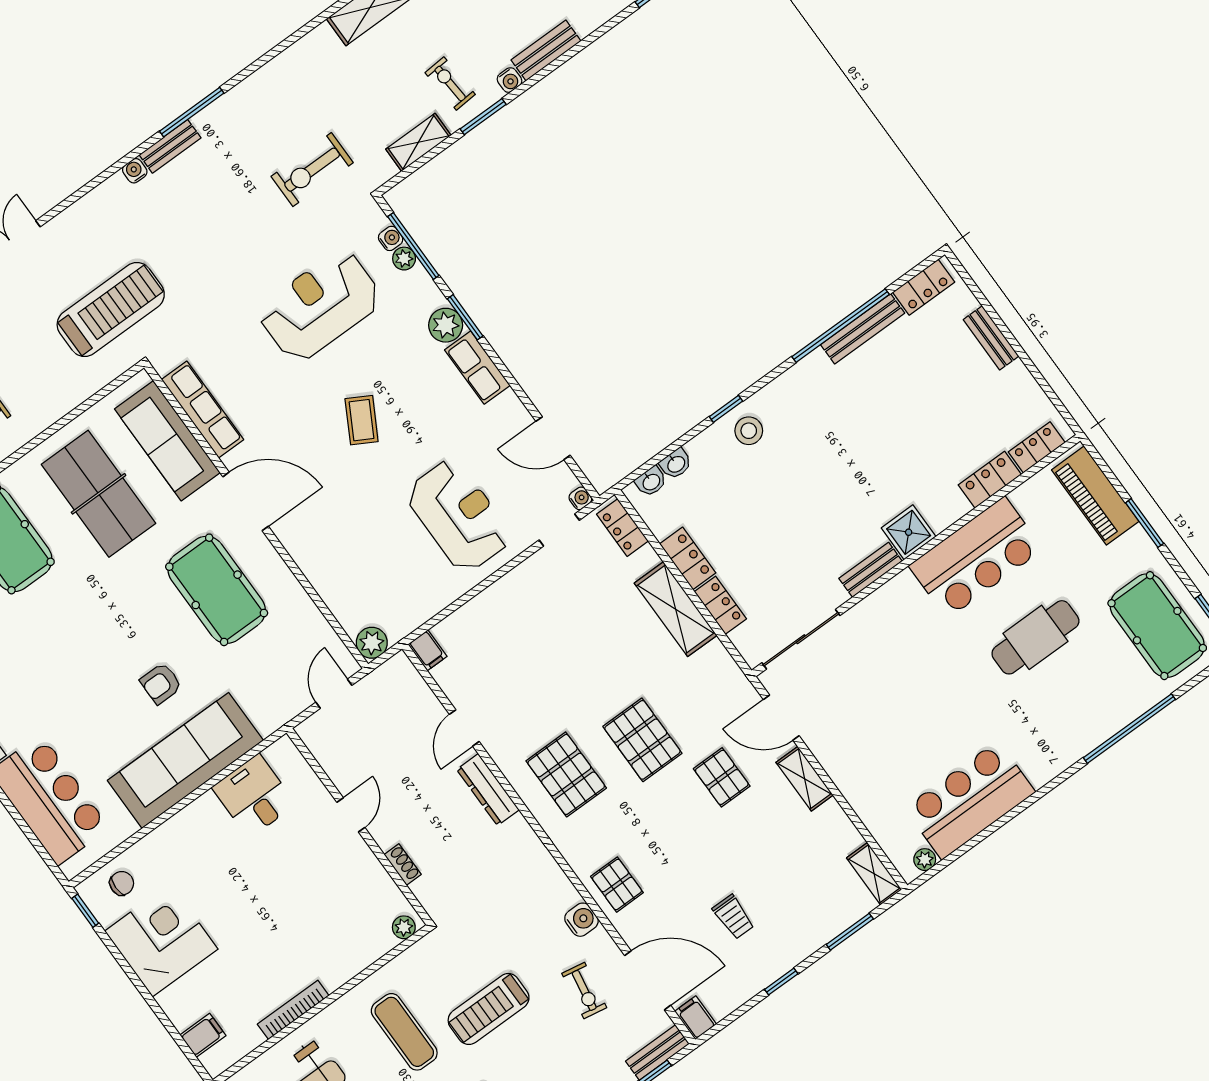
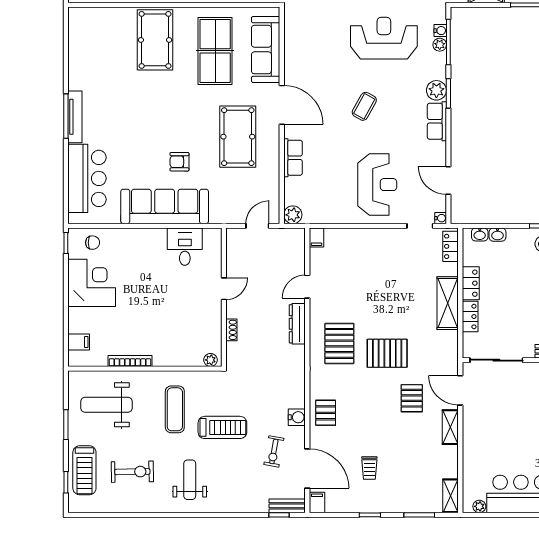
row of seats: (203, 410) -> (293, 158), moved, width x0.68
pallet: (642, 740) -> (387, 353), turned 90
treadmill: (489, 1009) -> (222, 427), turned 180

